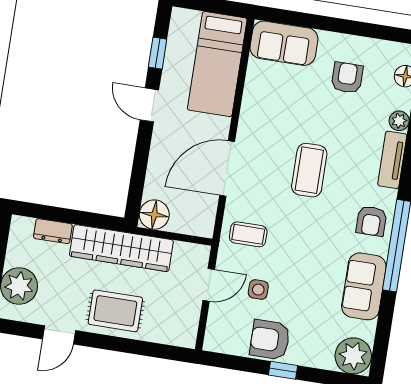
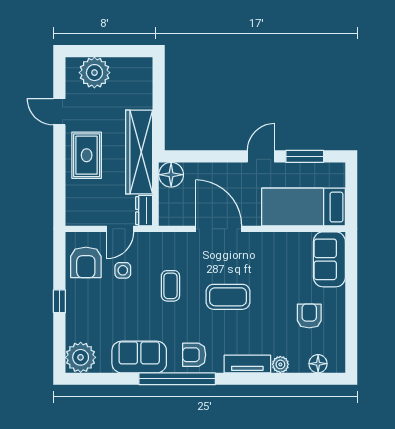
window: (158, 53) -> (305, 156), width x1.50
armchair: (347, 78) -> (309, 316), turned -90
dresser: (53, 231) -> (144, 211), moved
coffee table: (248, 234) -> (170, 286), moved
door: (209, 285) -> (120, 229), hinge flipped
armchair: (270, 340) -> (86, 262), moved, turned 180

